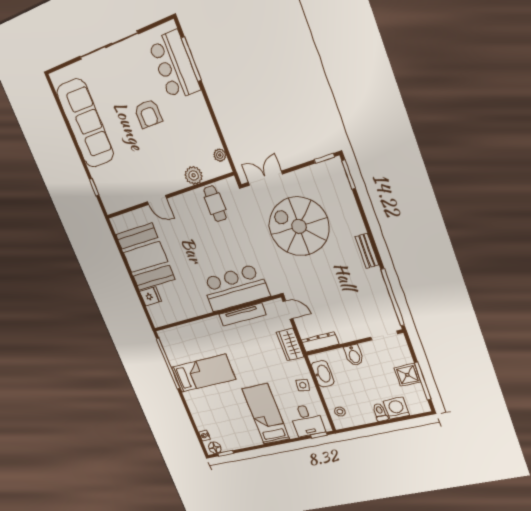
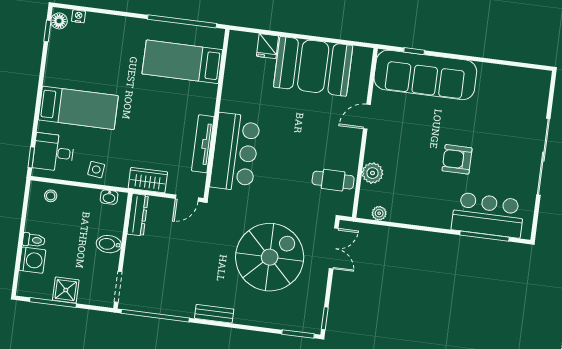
sofa: (85, 123) -> (425, 75), moved
bed: (203, 373) -> (182, 62), moved, turned 90
washbasin: (323, 374) -> (109, 197), width x0.52, depth x0.69

